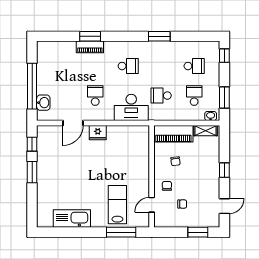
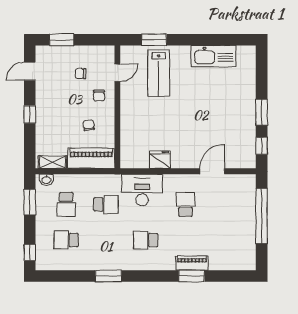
school desk: (95, 96) -> (185, 204), turned 180
washbasin: (43, 103) -> (248, 196), removed
fridge: (98, 133) -> (160, 160), moved
window: (121, 232) -> (154, 40), width x0.69

